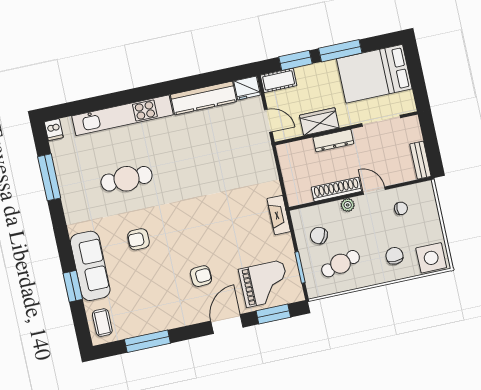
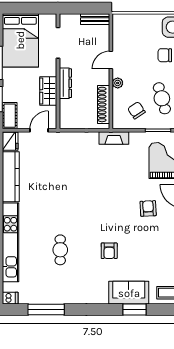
cafe table: (127, 179) -> (60, 250), width x0.73, depth x0.74
shoe rack: (336, 189) -> (104, 104), moved
chair: (401, 208) -> (129, 42), removed
chair: (319, 236) -> (136, 110), turned 118
sofa: (90, 266) -> (129, 293), width x0.73

